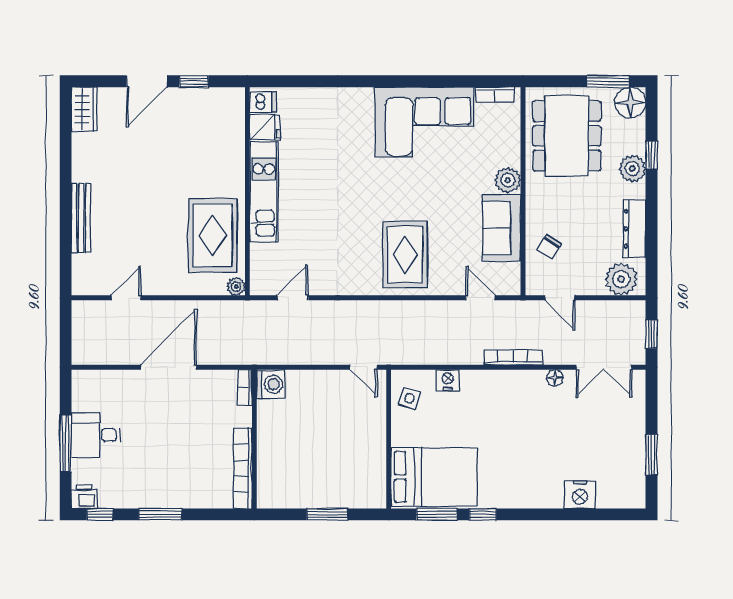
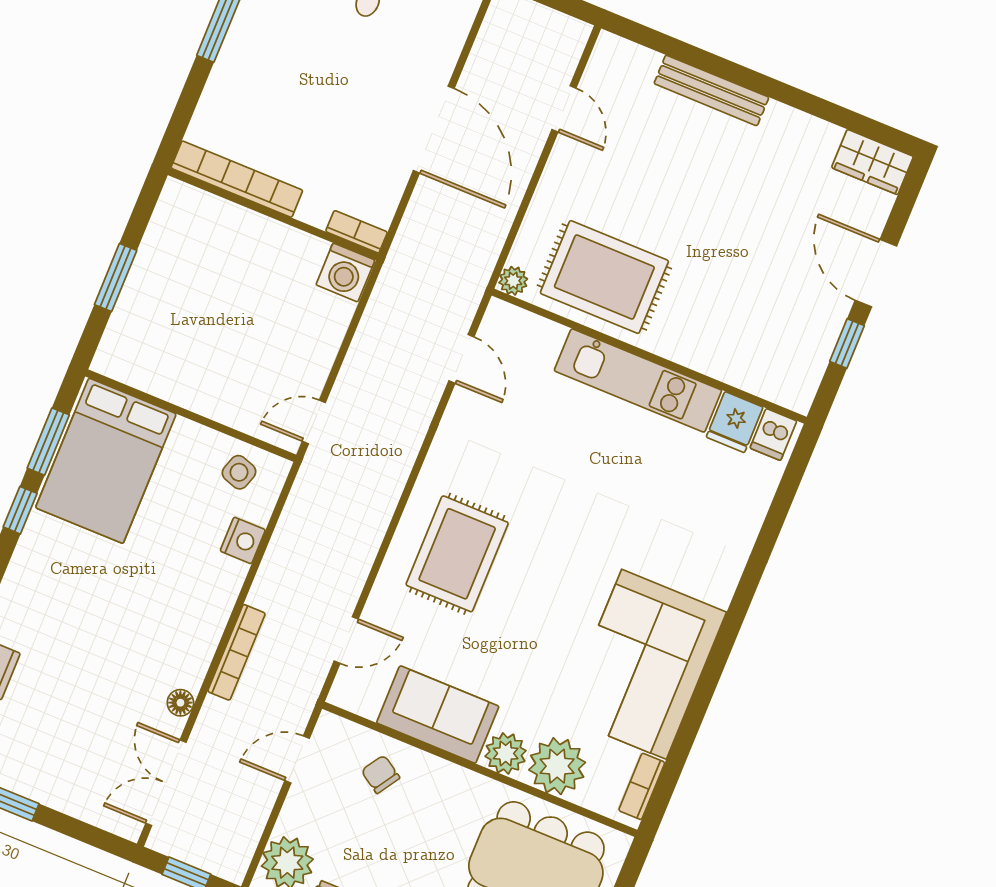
plant: (503, 148) -> (557, 766), added
rug: (405, 255) -> (457, 554), turned 90

